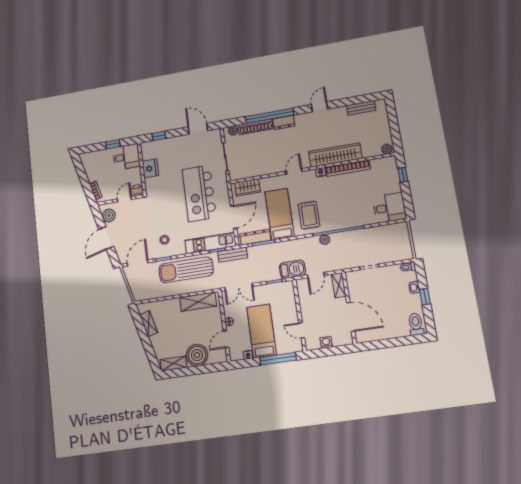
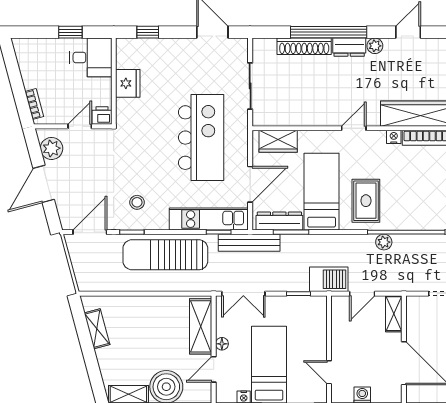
plant: (233, 131) -> (375, 46), moved
kitchen island: (199, 193) -> (201, 138), turned 180
bench: (233, 255) -> (249, 243), width x1.36
shelving: (198, 302) -> (201, 326), moved, turned 90

